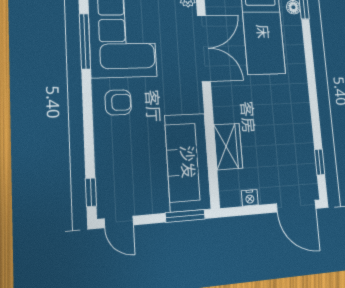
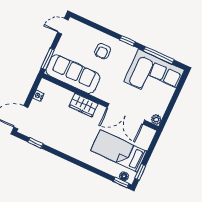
armchair: (118, 102) -> (103, 51), moved
wardrobe: (228, 146) -> (84, 105), moved
window: (91, 192) -> (127, 41), moved

